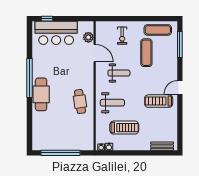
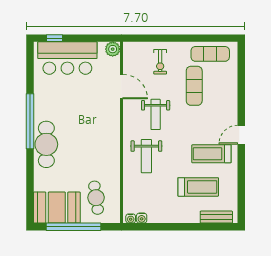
plant: (88, 37) -> (113, 49), moved
window: (180, 45) -> (241, 74), removed
weight bench: (119, 73) -> (156, 114), turned 90
cafe table: (80, 102) -> (96, 198), moved
weight bench: (112, 103) -> (146, 156), turned 90
treadmill: (124, 128) -> (198, 187), moved
booth: (49, 139) -> (57, 208), added

